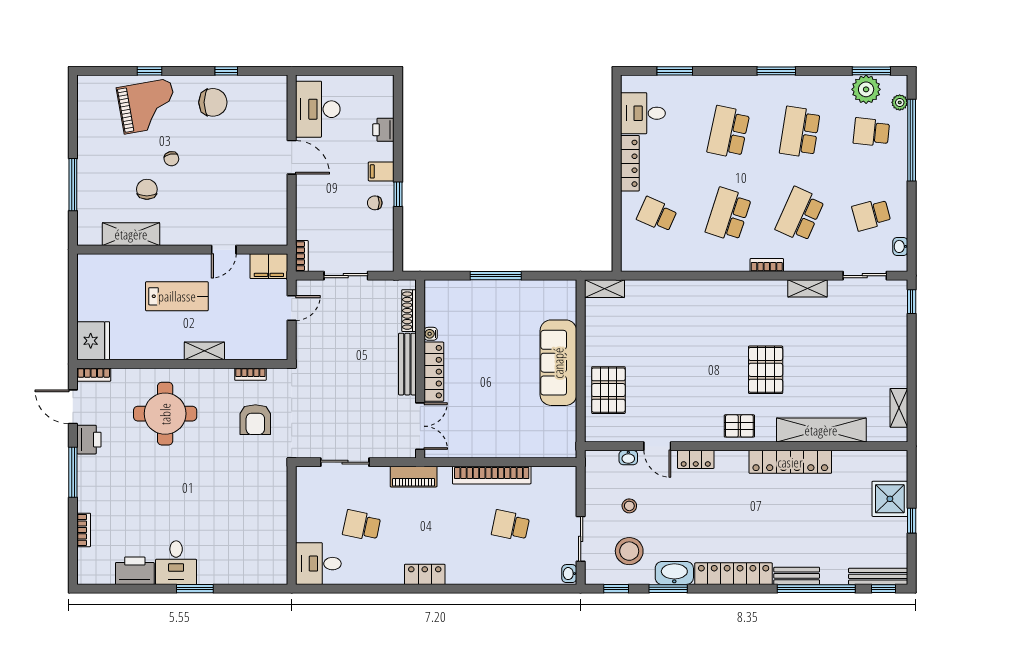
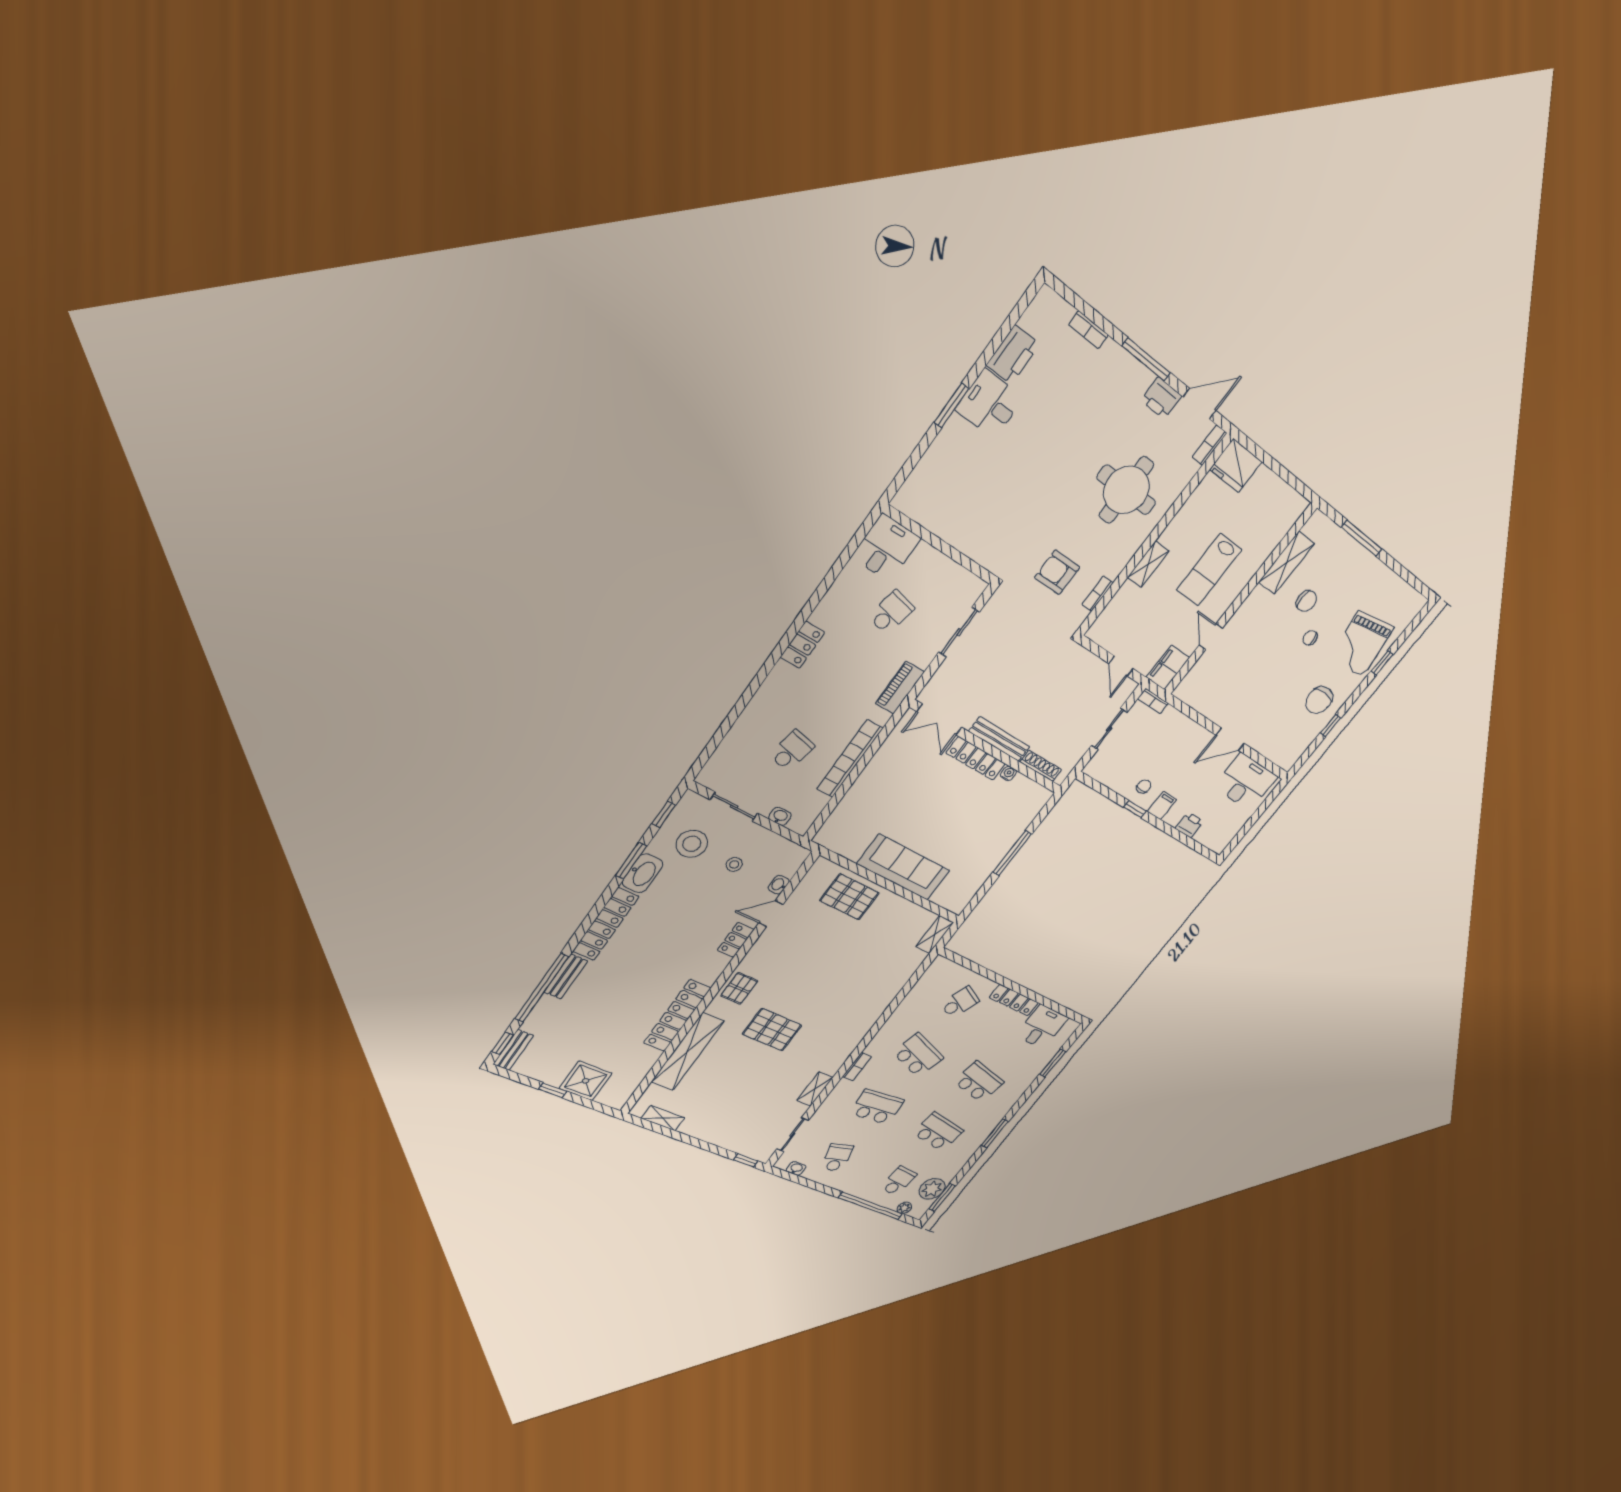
school desk: (800, 215) -> (877, 1107), turned -30
washbasin: (569, 574) -> (780, 816), moved
bench: (878, 576) -> (513, 1050), width x0.73

